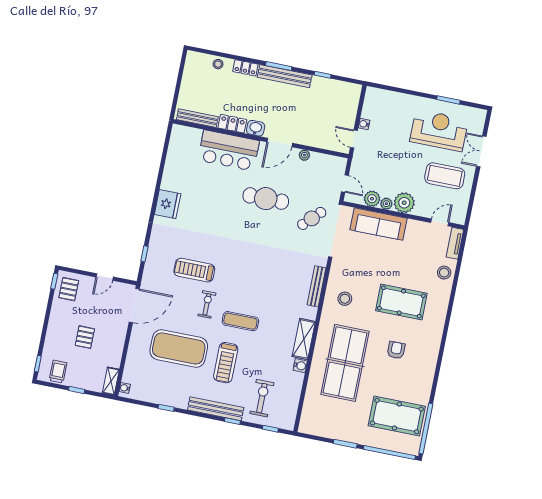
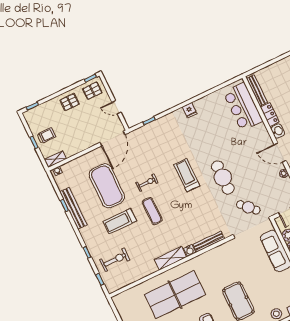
bar counter: (229, 150) -> (243, 107), moved
cafe table: (266, 199) -> (223, 177), moved
fridge: (168, 204) -> (189, 110), width x0.53, depth x0.75
treadmill: (194, 270) -> (187, 175), moved
stool: (345, 299) -> (214, 265), removed
door: (134, 306) -> (113, 138), hinge flipped
pallet: (85, 337) -> (70, 102), moved
water cooler: (300, 366) -> (190, 250), moved
trolley: (58, 372) -> (46, 136), moved
bench: (216, 409) -> (73, 208), moved

